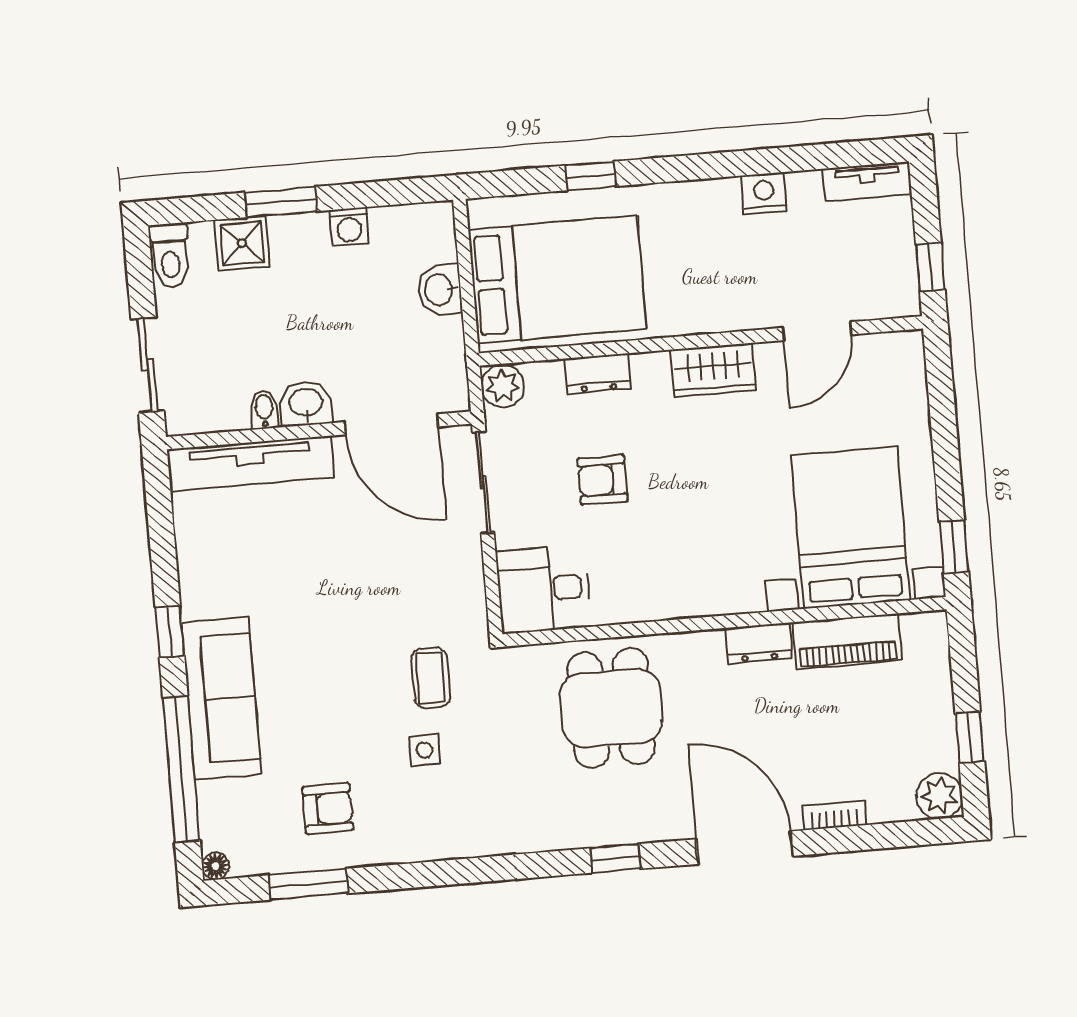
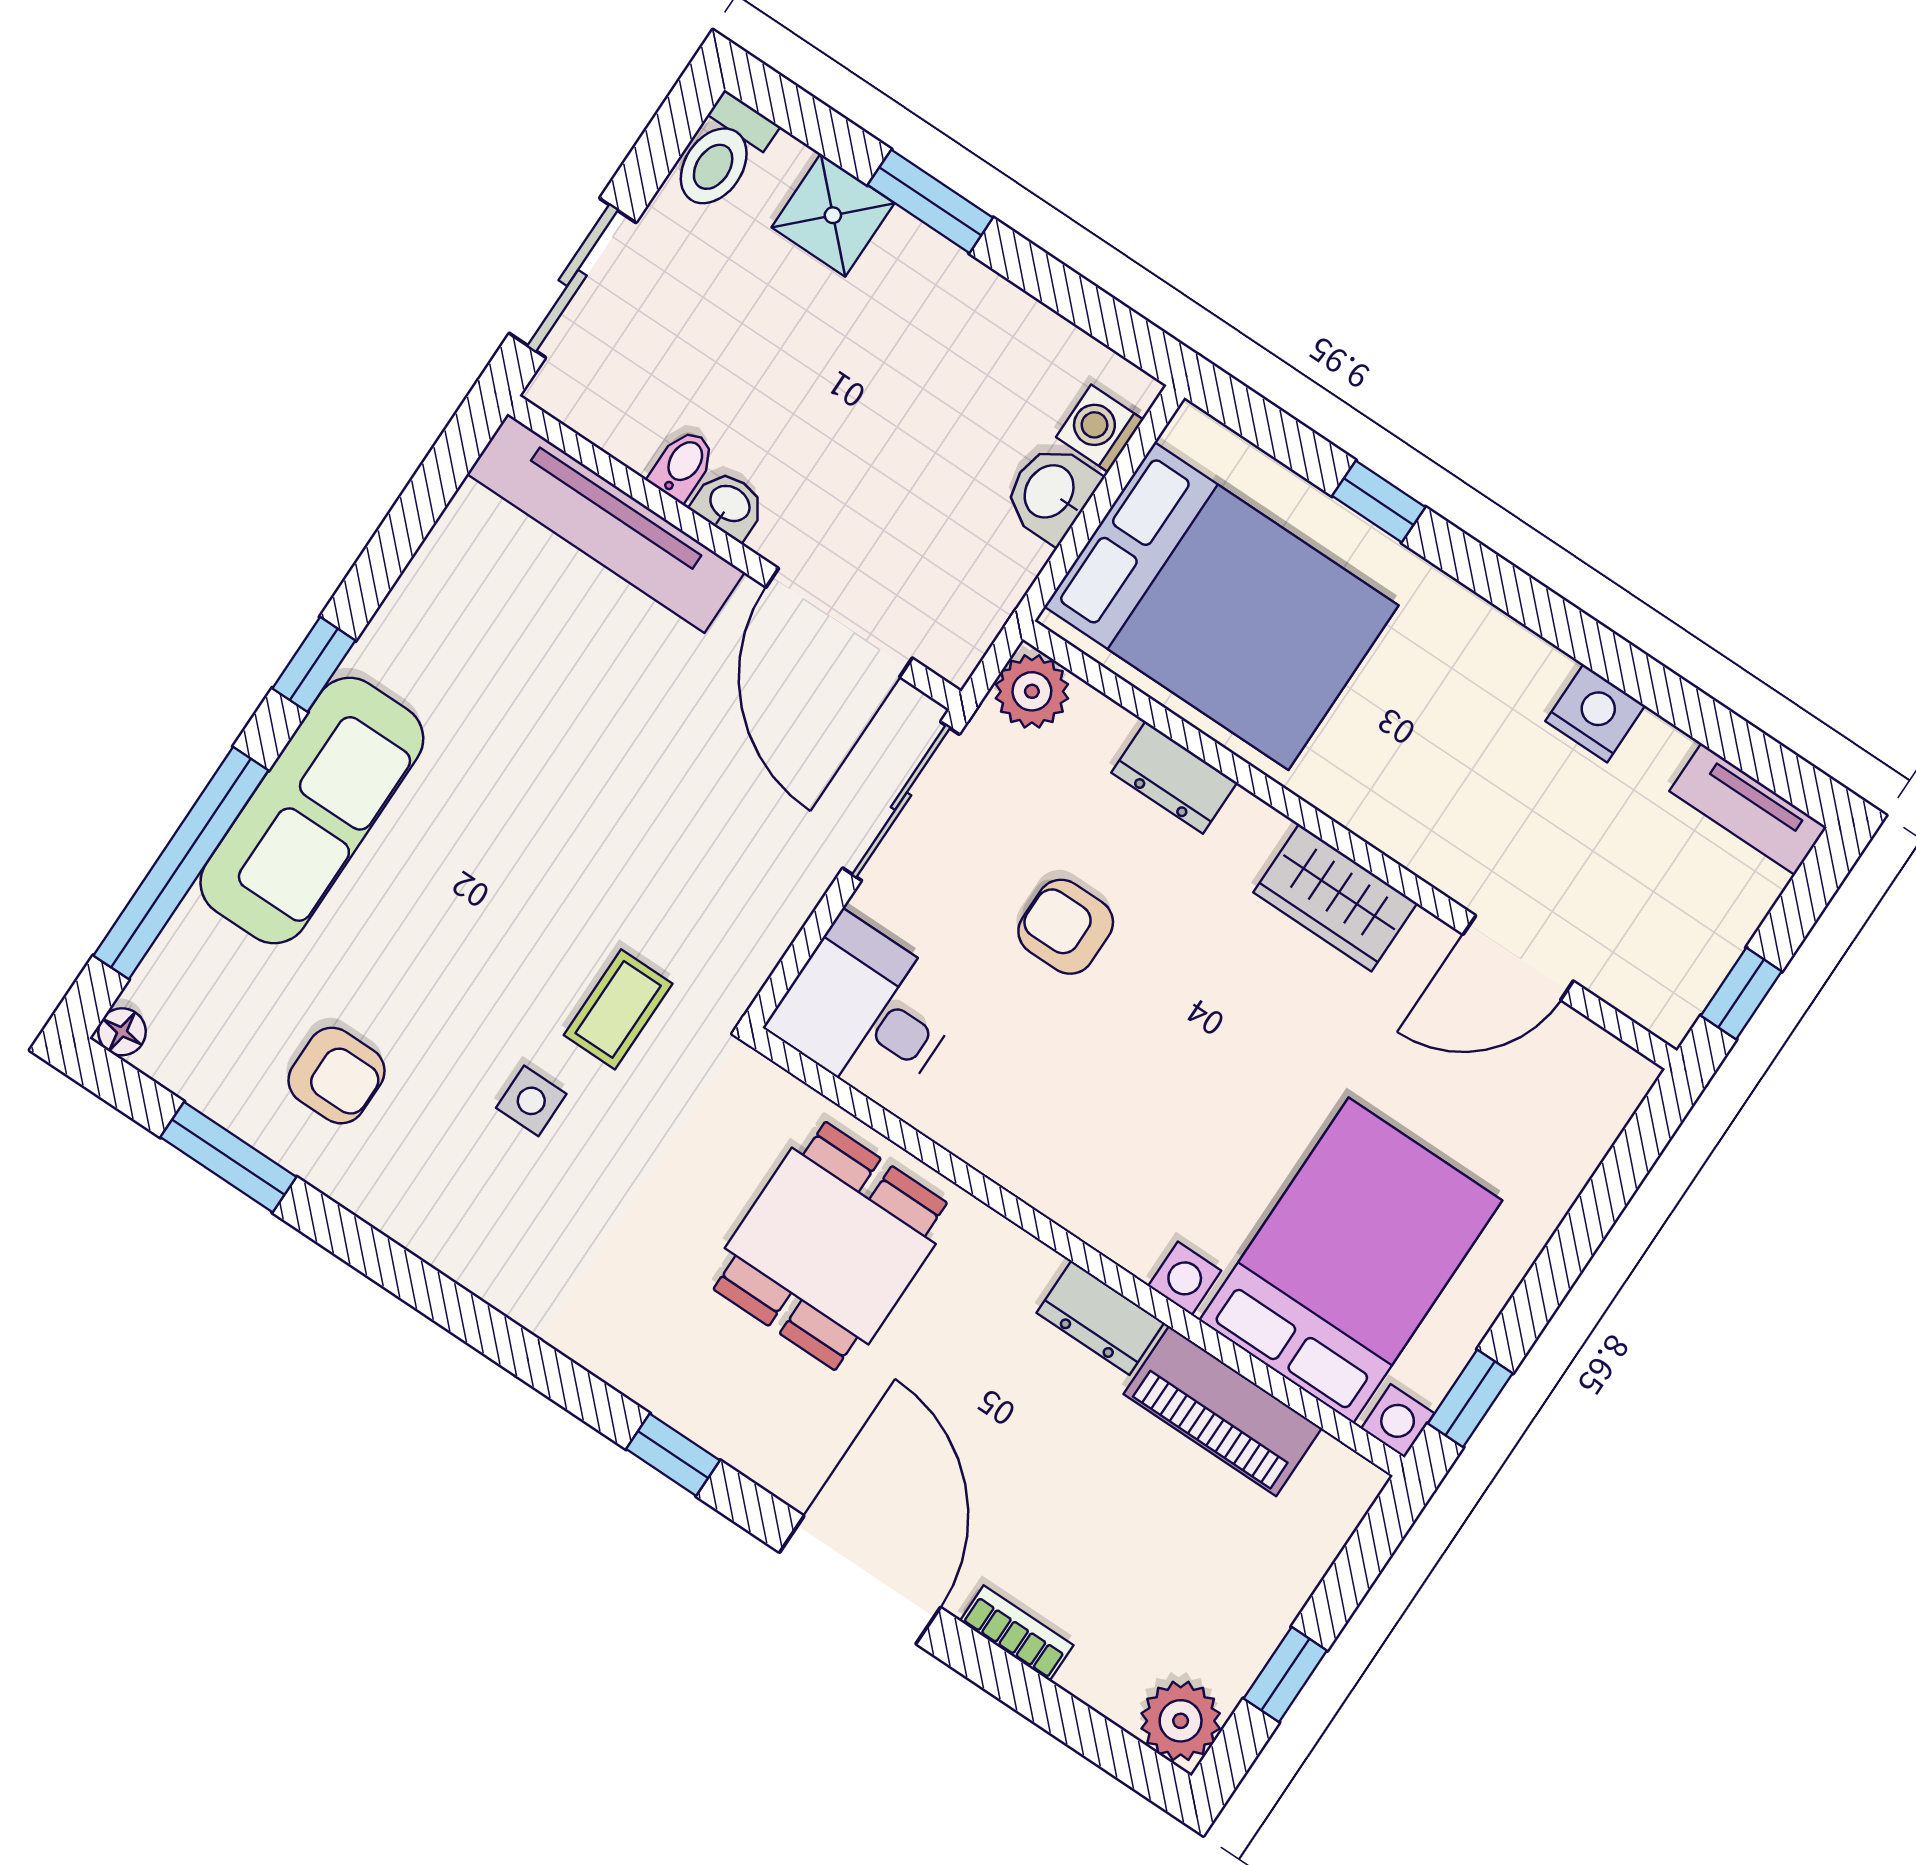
washing machine: (349, 227) -> (1100, 428), moved, turned 90
washbasin: (306, 403) -> (729, 505), width x0.72, depth x0.69

